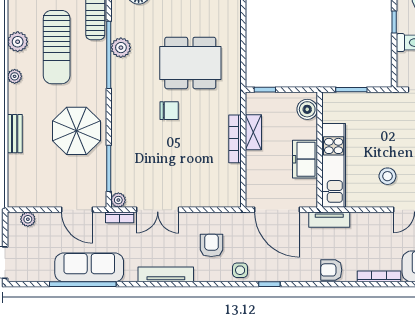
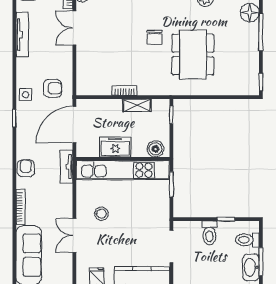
bookcase: (235, 139) -> (125, 90), width x0.64
kitchen unit: (334, 165) -> (123, 170), width x1.36
armchair: (211, 245) -> (53, 88), moved

